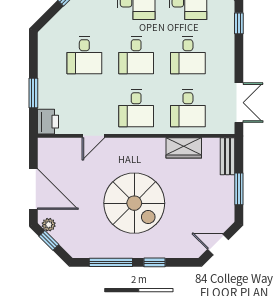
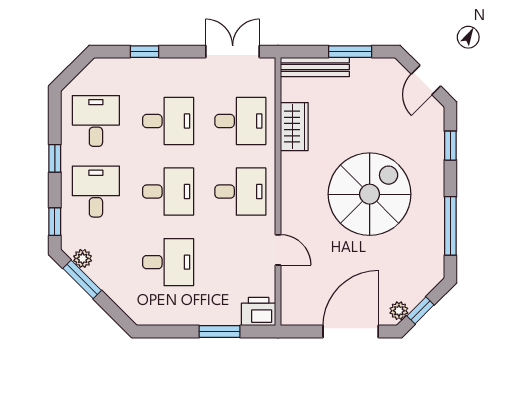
window: (239, 23) -> (144, 52), moved
bench: (228, 156) -> (315, 67), width x1.36
window: (155, 262) -> (450, 146), moved

